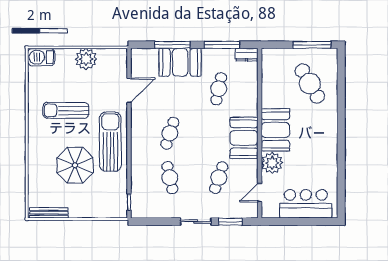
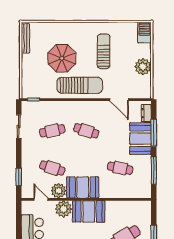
dresser: (247, 55) -> (146, 113), moved
plant: (248, 169) -> (59, 191), added
sliding door: (196, 222) -> (19, 127), moved

